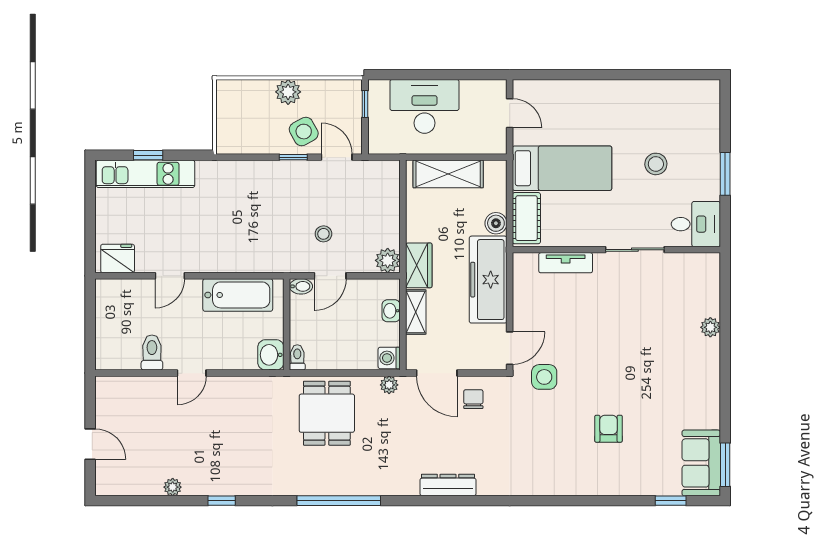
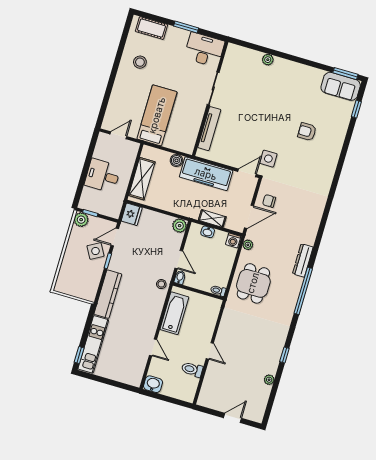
plant: (288, 92) -> (81, 220), moved
desk: (424, 106) -> (103, 176), width x0.73
window: (148, 155) -> (79, 355), moved
stool: (656, 164) -> (140, 62), moved
kitchen counter: (237, 174) -> (108, 294), added
cot: (526, 218) -> (152, 28), moved
desk: (696, 224) -> (204, 50), width x1.37
stool: (323, 234) -> (161, 284), moved
fridge: (118, 258) -> (132, 214), moved, turned 180
tv unit: (566, 263) -> (209, 129), width x1.41
wardrobe: (419, 265) -> (187, 209), removed
door: (510, 348) -> (247, 173), hinge flipped
washbasin: (271, 355) -> (153, 384), moved, turned 180
dining table: (327, 413) -> (253, 283), turned 90
dresser: (448, 485) -> (303, 260), moved

